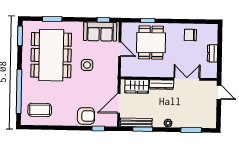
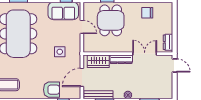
dresser: (212, 53) -> (168, 42), moved
side table: (87, 65) -> (60, 52), moved

